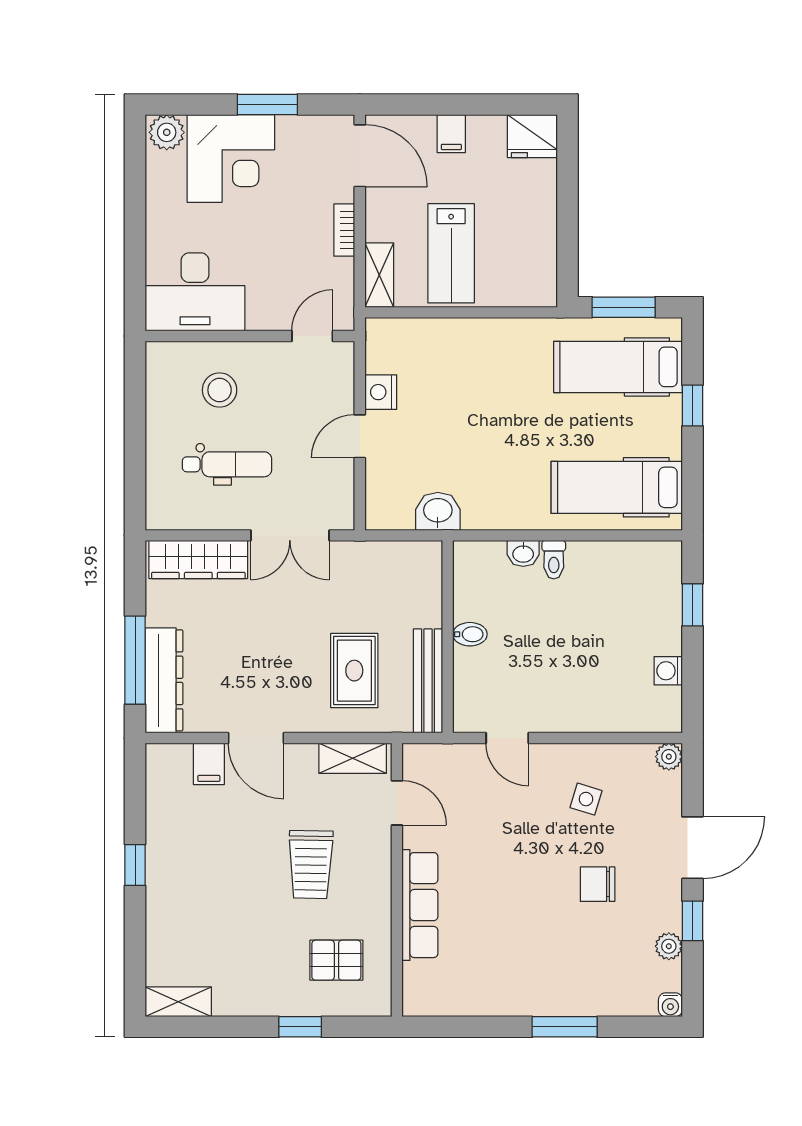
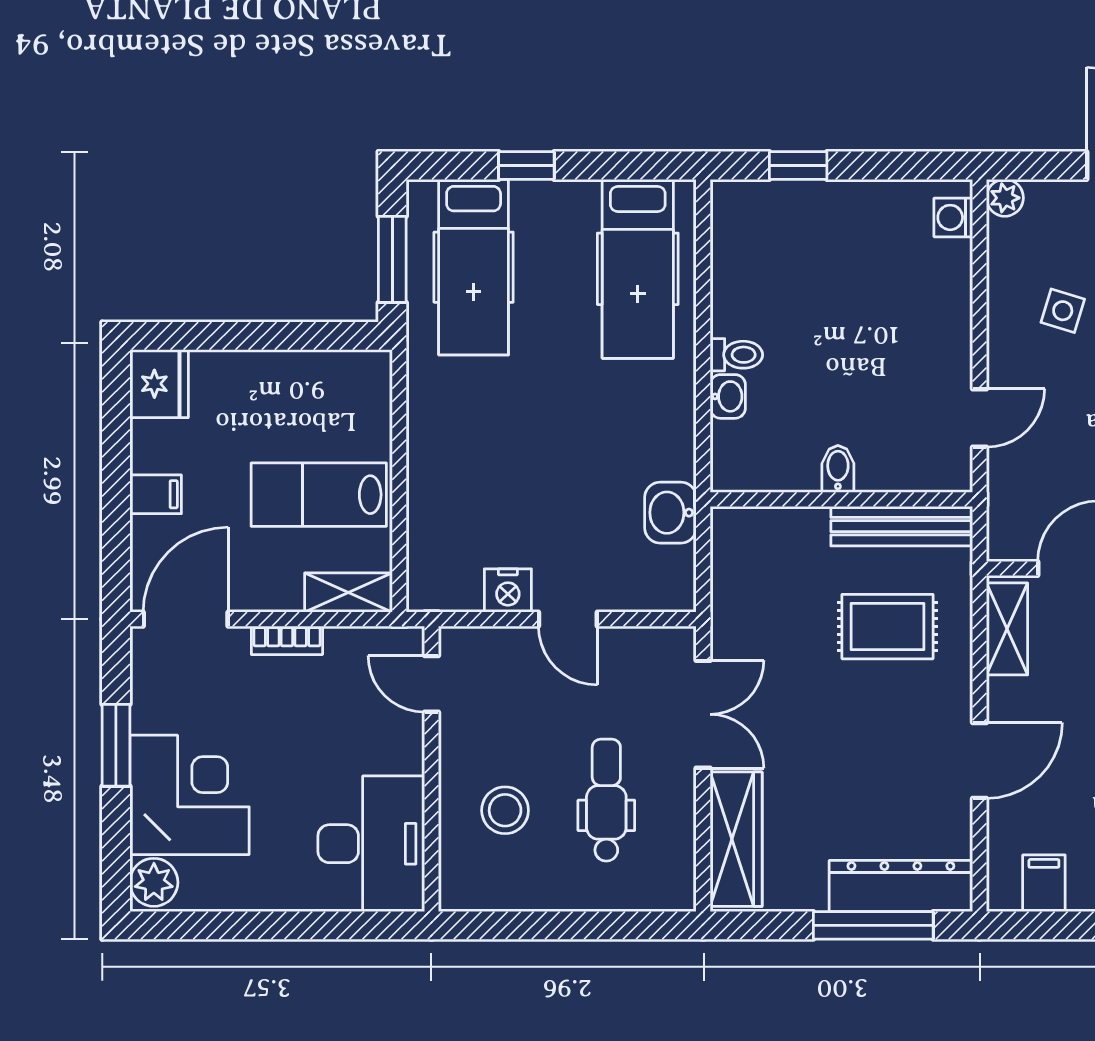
lab bench: (451, 253) -> (319, 495), turned 180
washing machine: (668, 671) -> (953, 217), moved, turned 90
filing cabinet: (209, 764) -> (1044, 883), moved, turned -90

